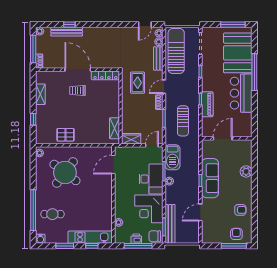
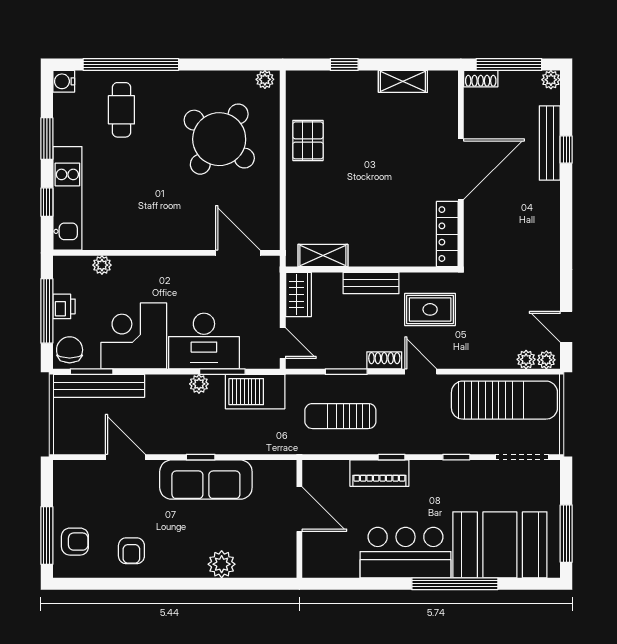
bench: (158, 58) -> (371, 283), moved
trolley: (77, 90) -> (412, 168), removed

